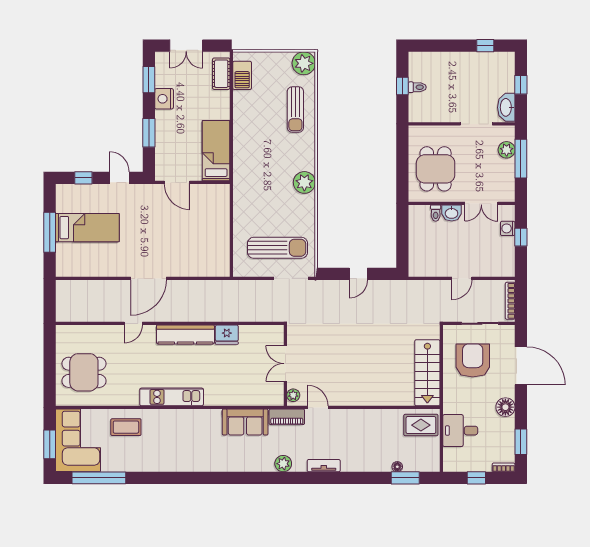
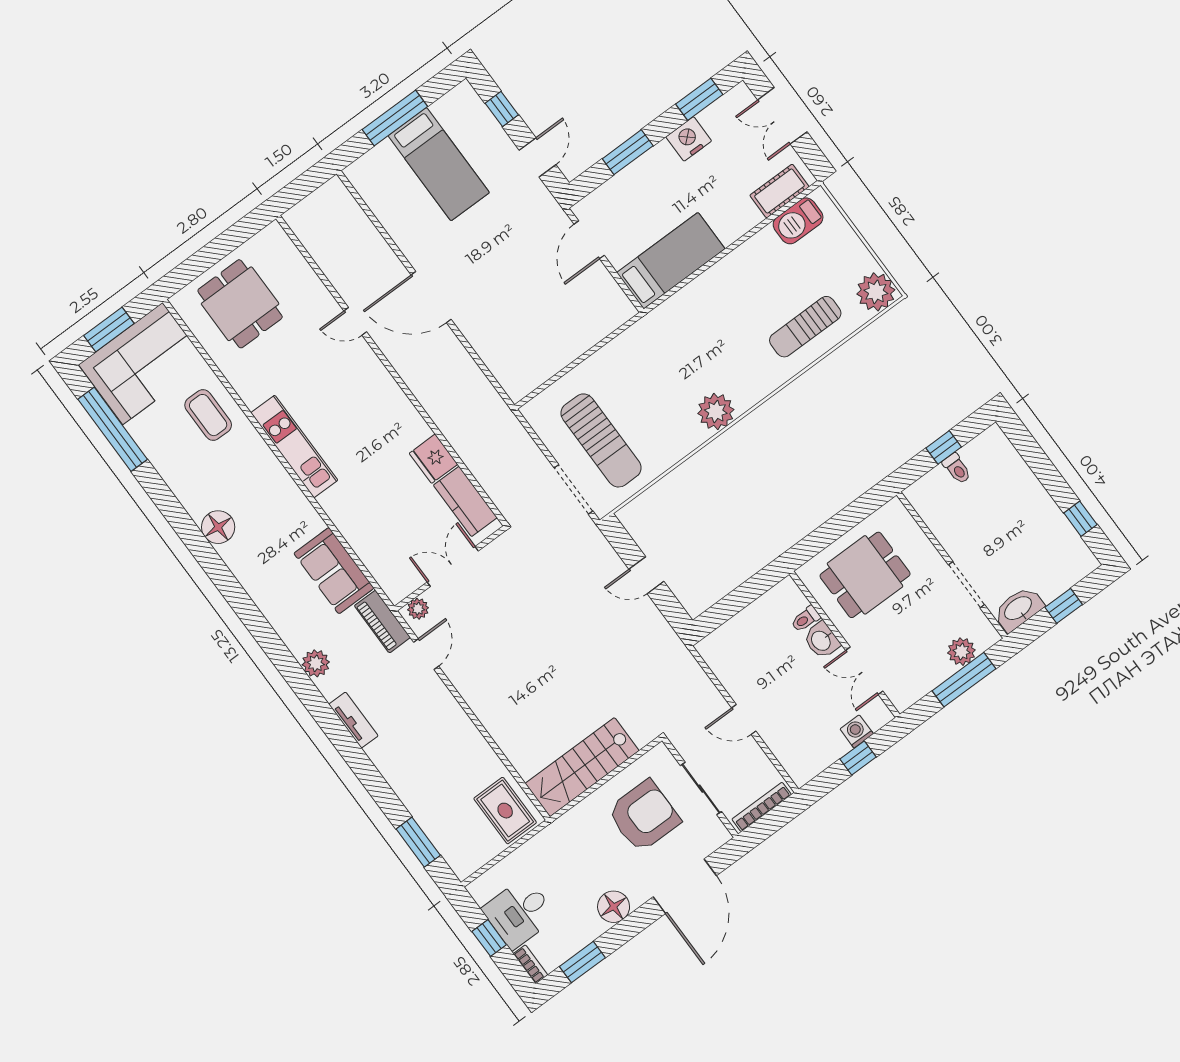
kitchen counter: (185, 334) -> (465, 501), moved, width x0.67
desk: (460, 431) -> (519, 913), moved, turned -90
floor lamp: (397, 467) -> (218, 527), moved, width x1.89, depth x1.89

